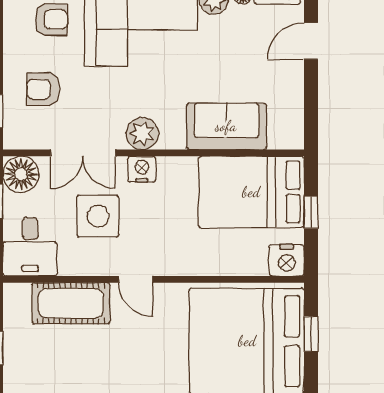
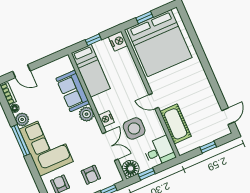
plant: (142, 134) -> (87, 114), moved
bed: (251, 192) -> (91, 71), width x0.67
door: (136, 279) -> (154, 101), swing flipped

